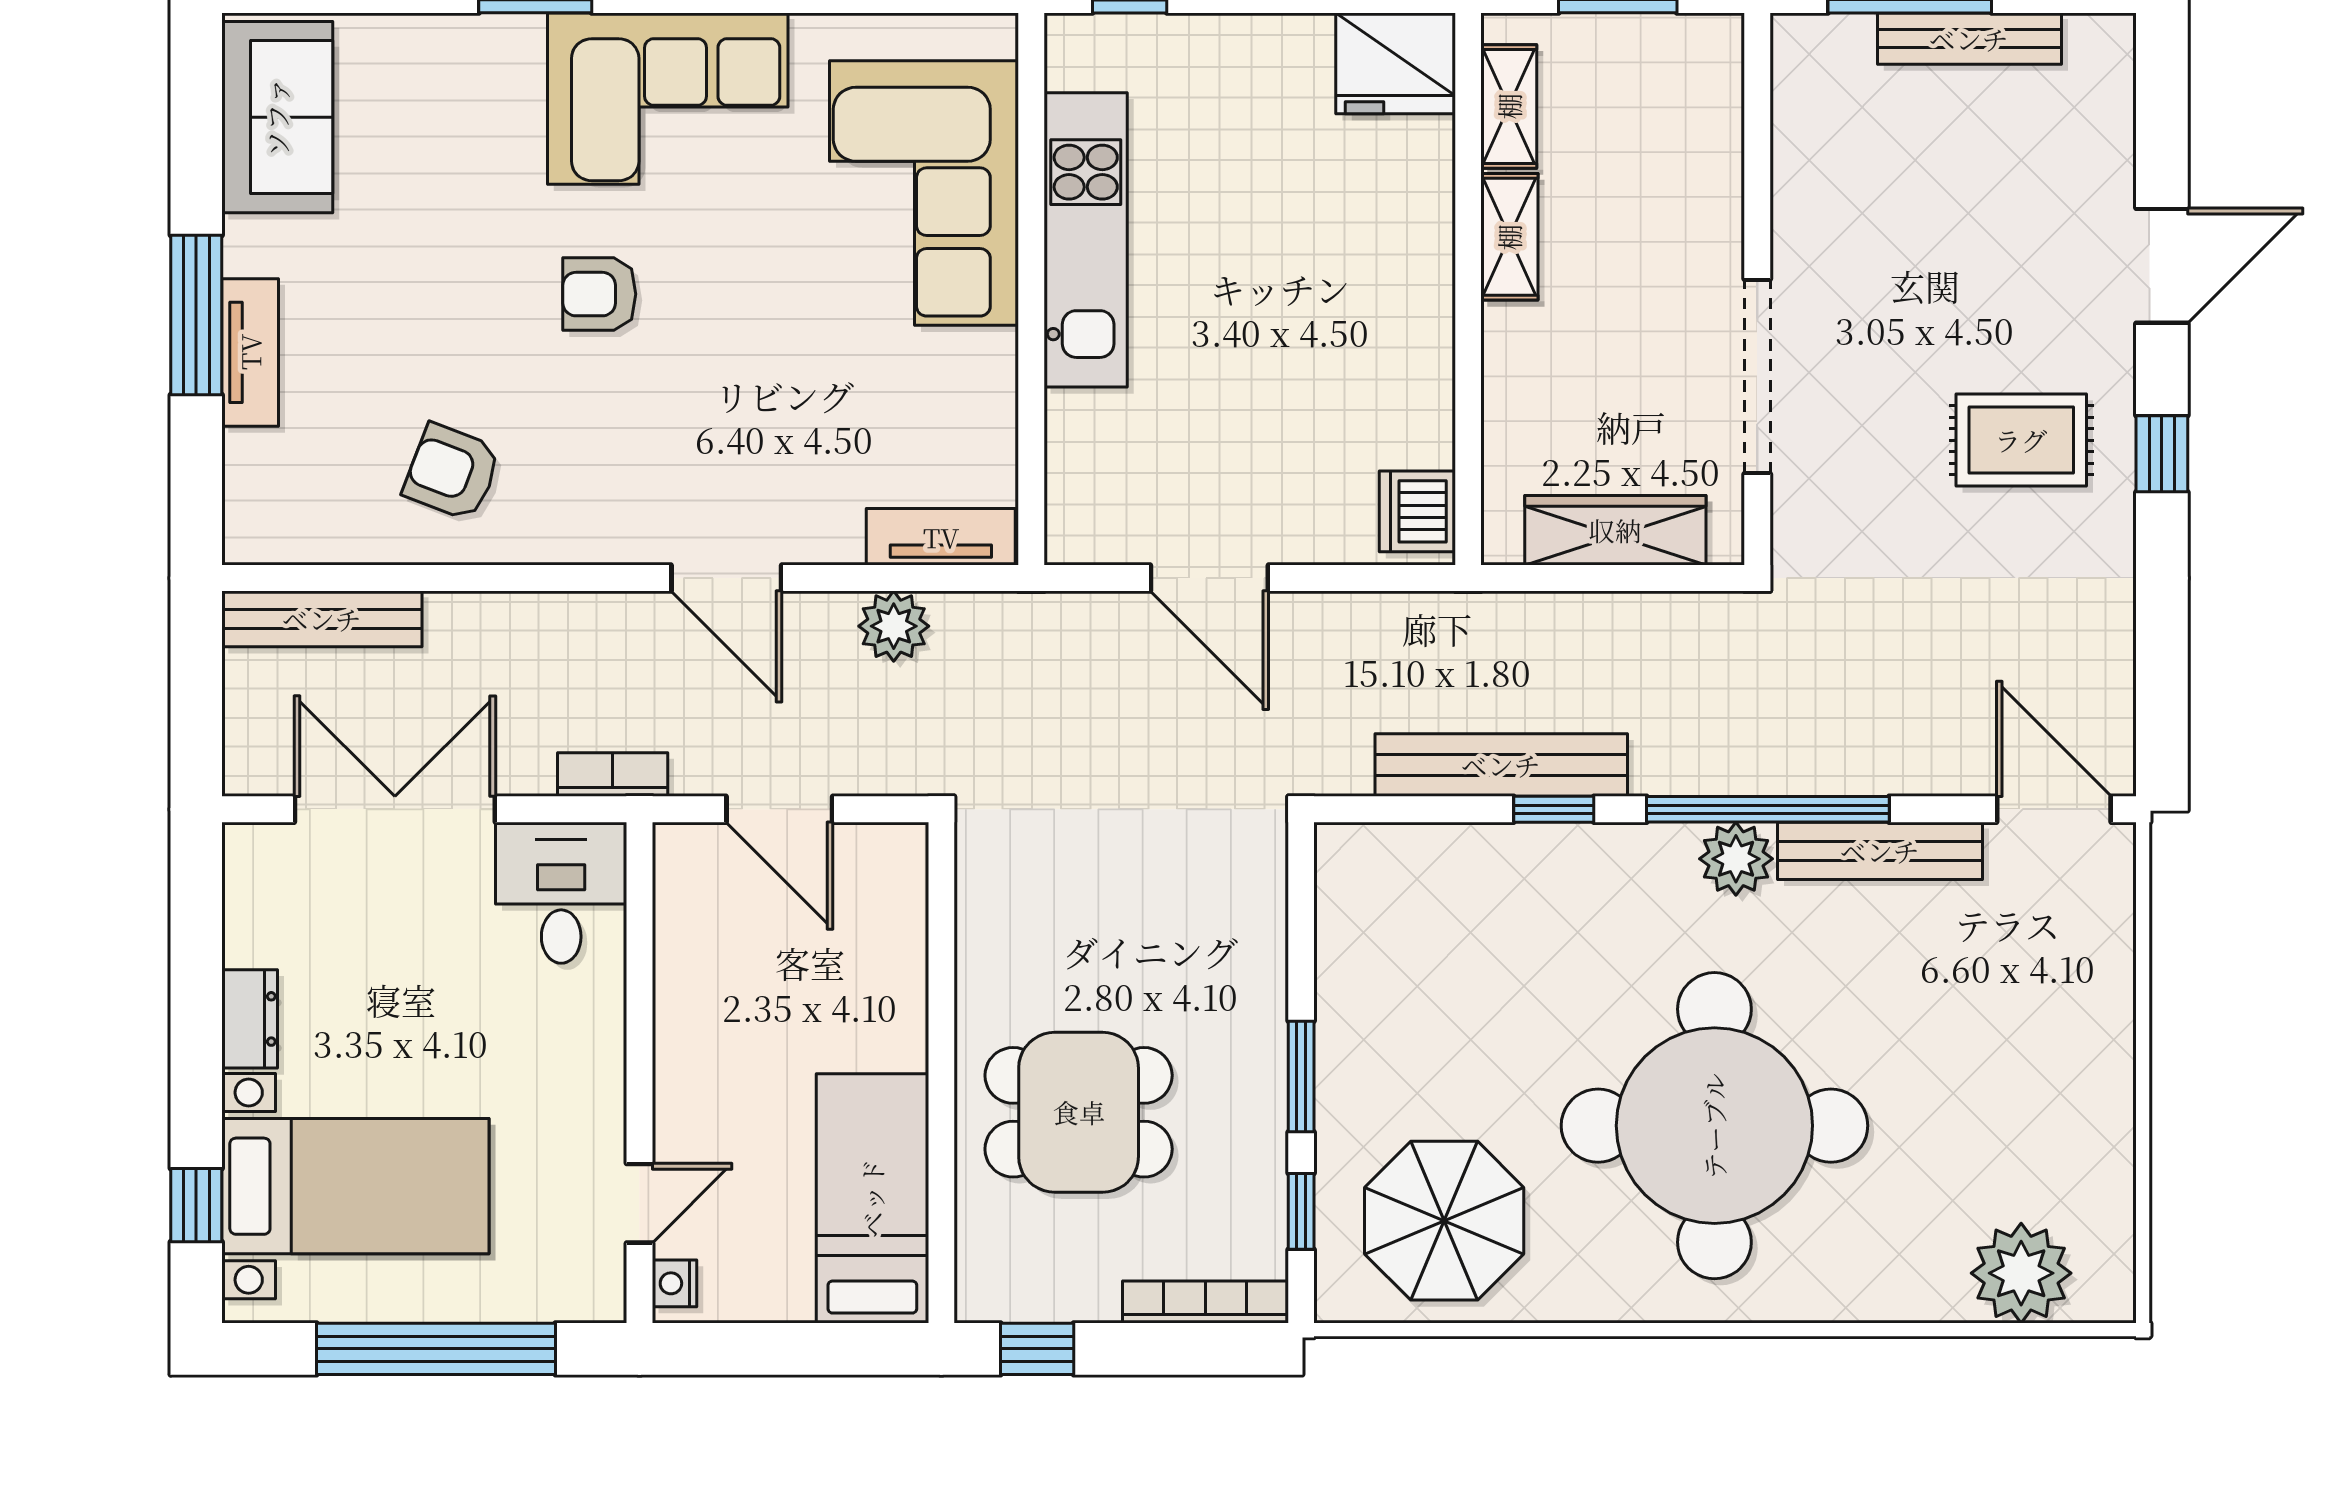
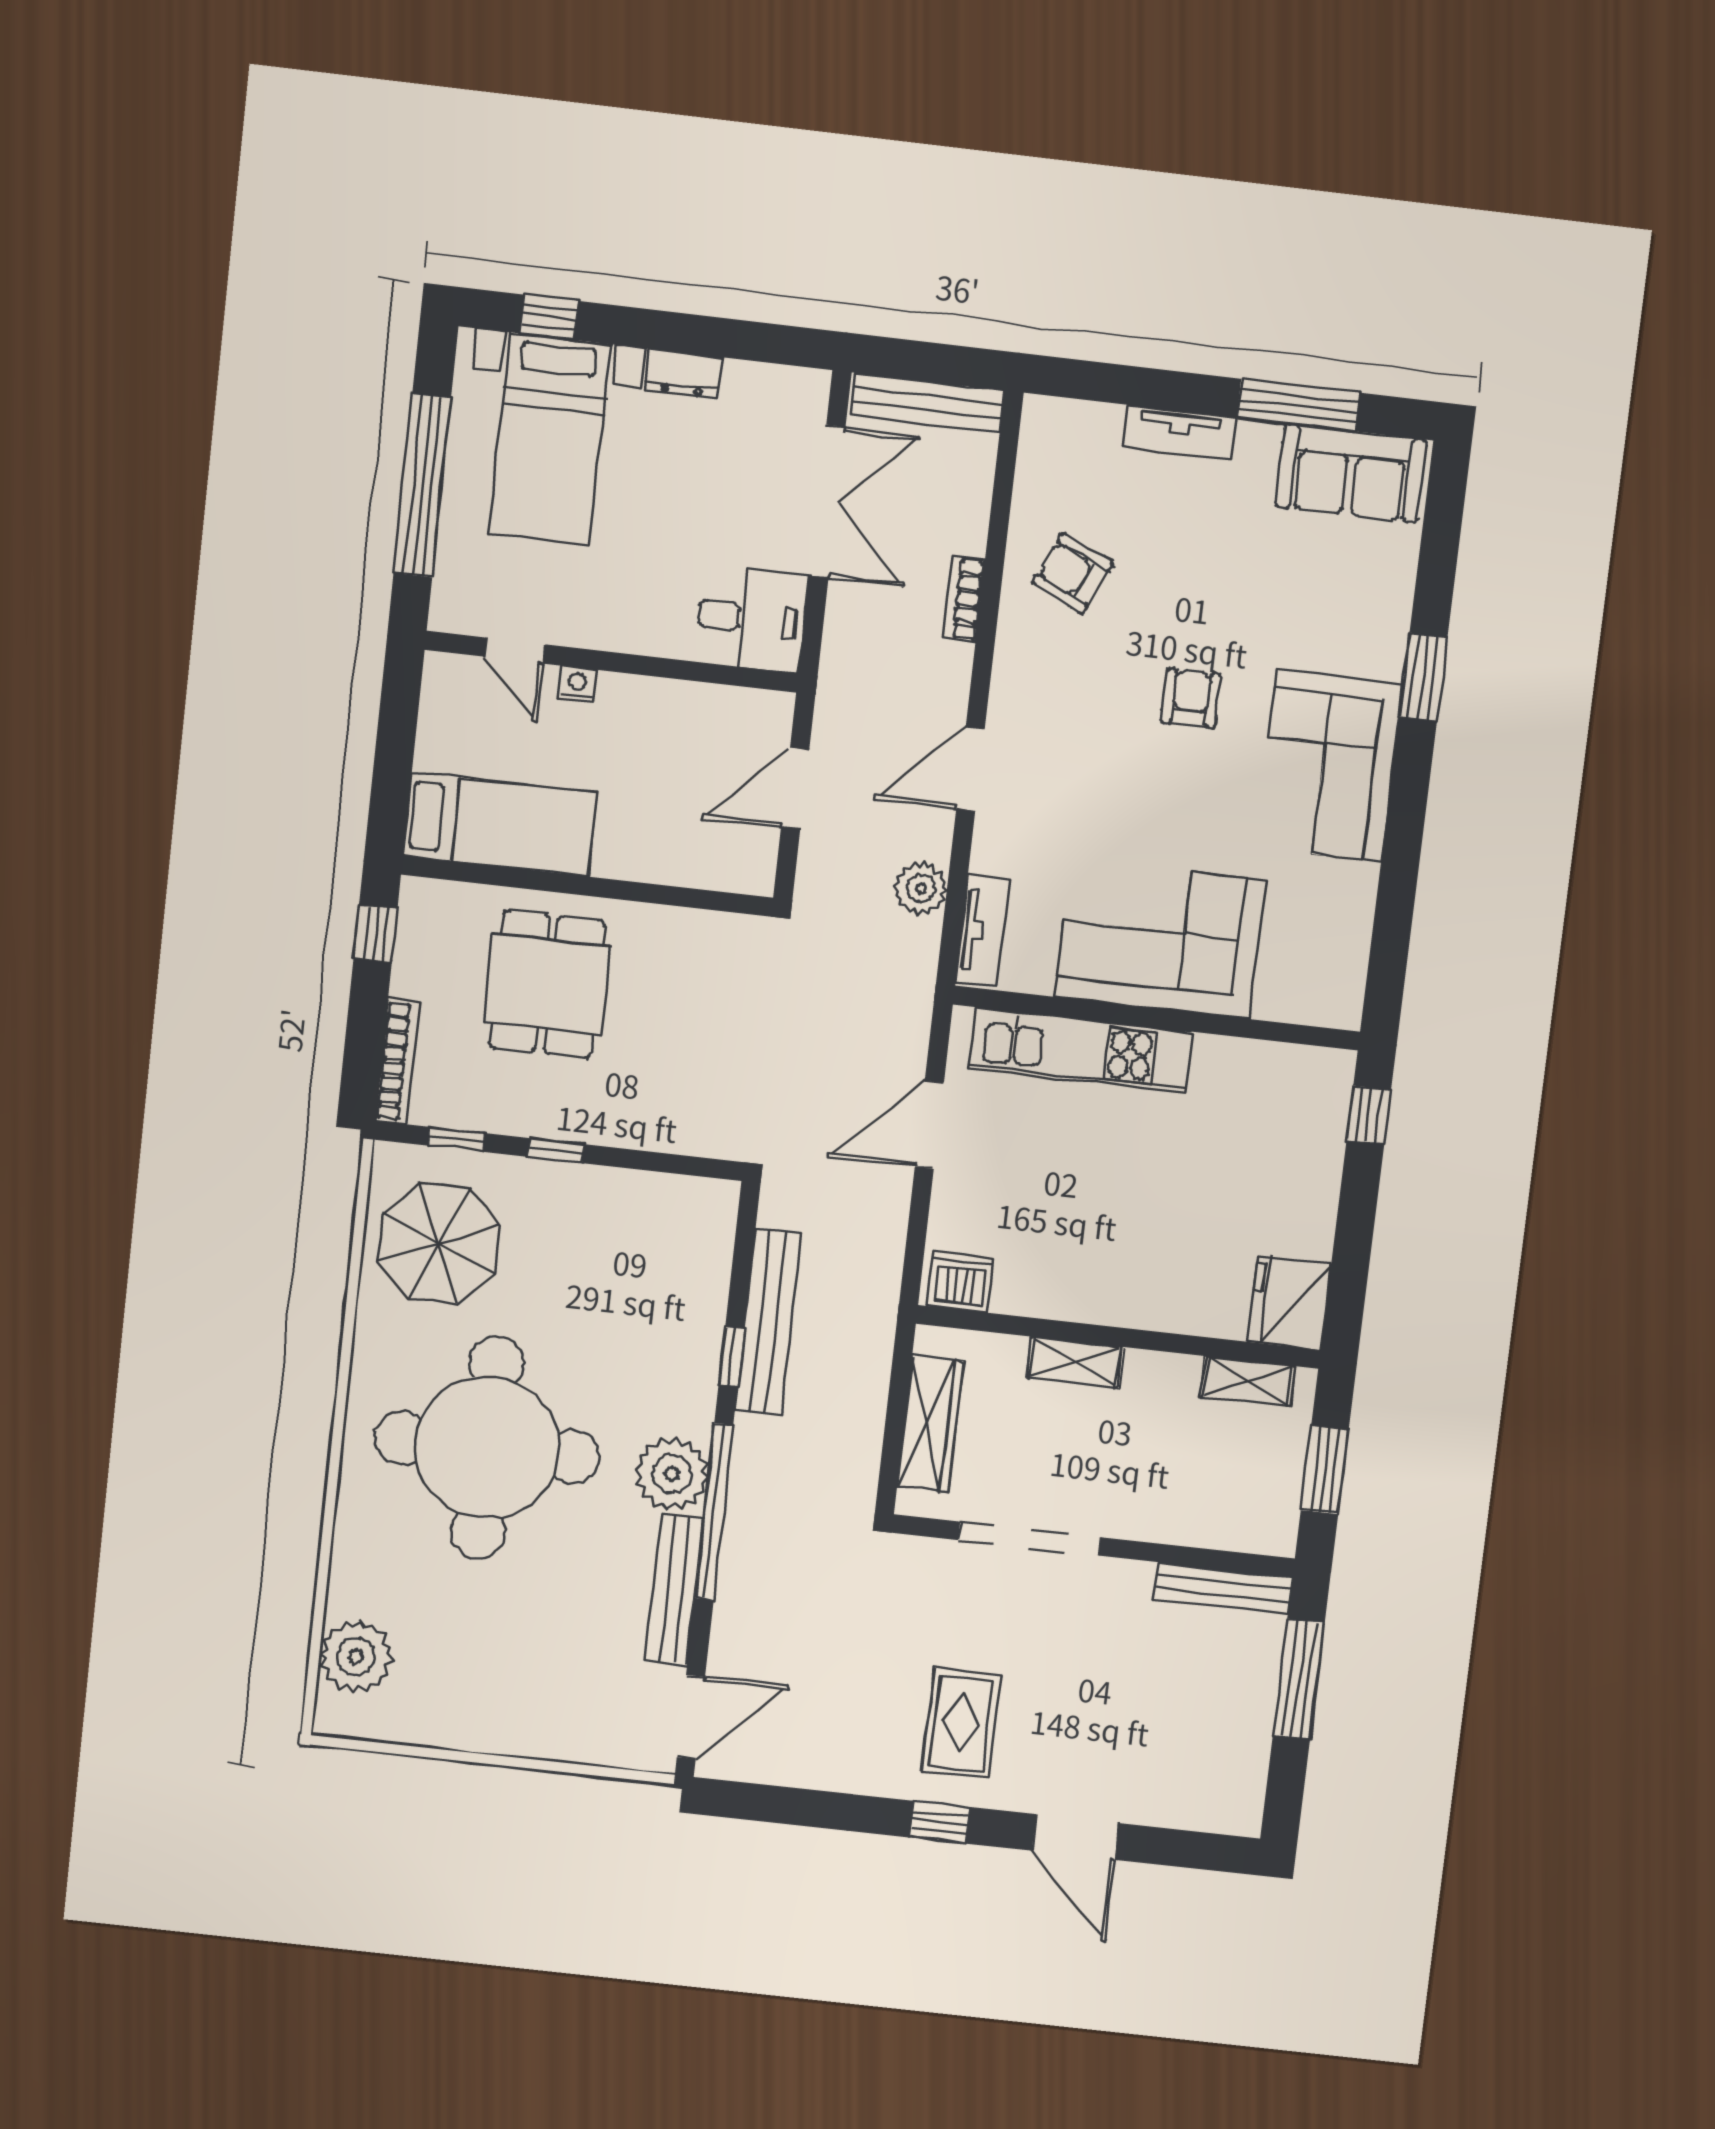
bench: (1969, 39) -> (1224, 1588), moved, turned 90
corner sofa: (924, 193) -> (1160, 939), moved
shelving: (1509, 237) -> (1075, 1362), moved
kitchen unit: (1086, 240) -> (1080, 1050), moved
window: (196, 315) -> (1298, 405), moved
armchair: (452, 472) -> (1073, 573), turned -86
bench: (322, 619) -> (928, 403), moved, turned 90
bookcase: (613, 775) -> (964, 599), moved, turned 180
plant: (1736, 859) -> (672, 1474), width x1.36, depth x1.36
window: (1301, 1077) -> (556, 1151), width x0.67
nightstand: (674, 1283) -> (577, 684), moved

